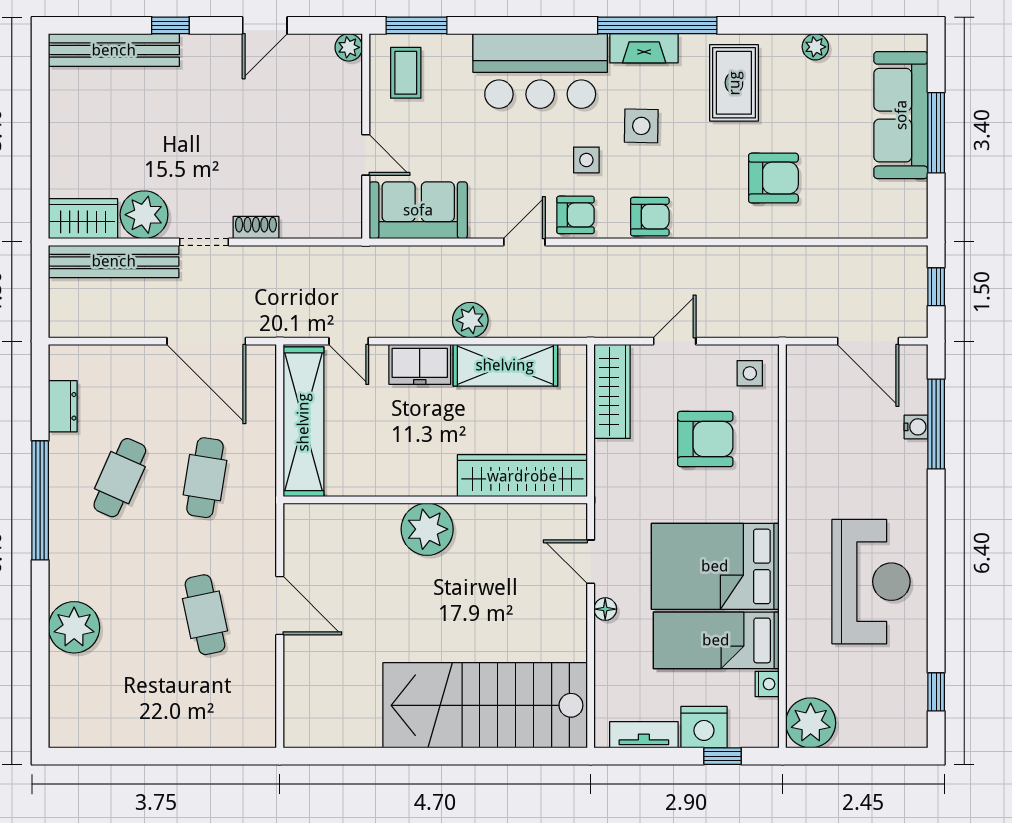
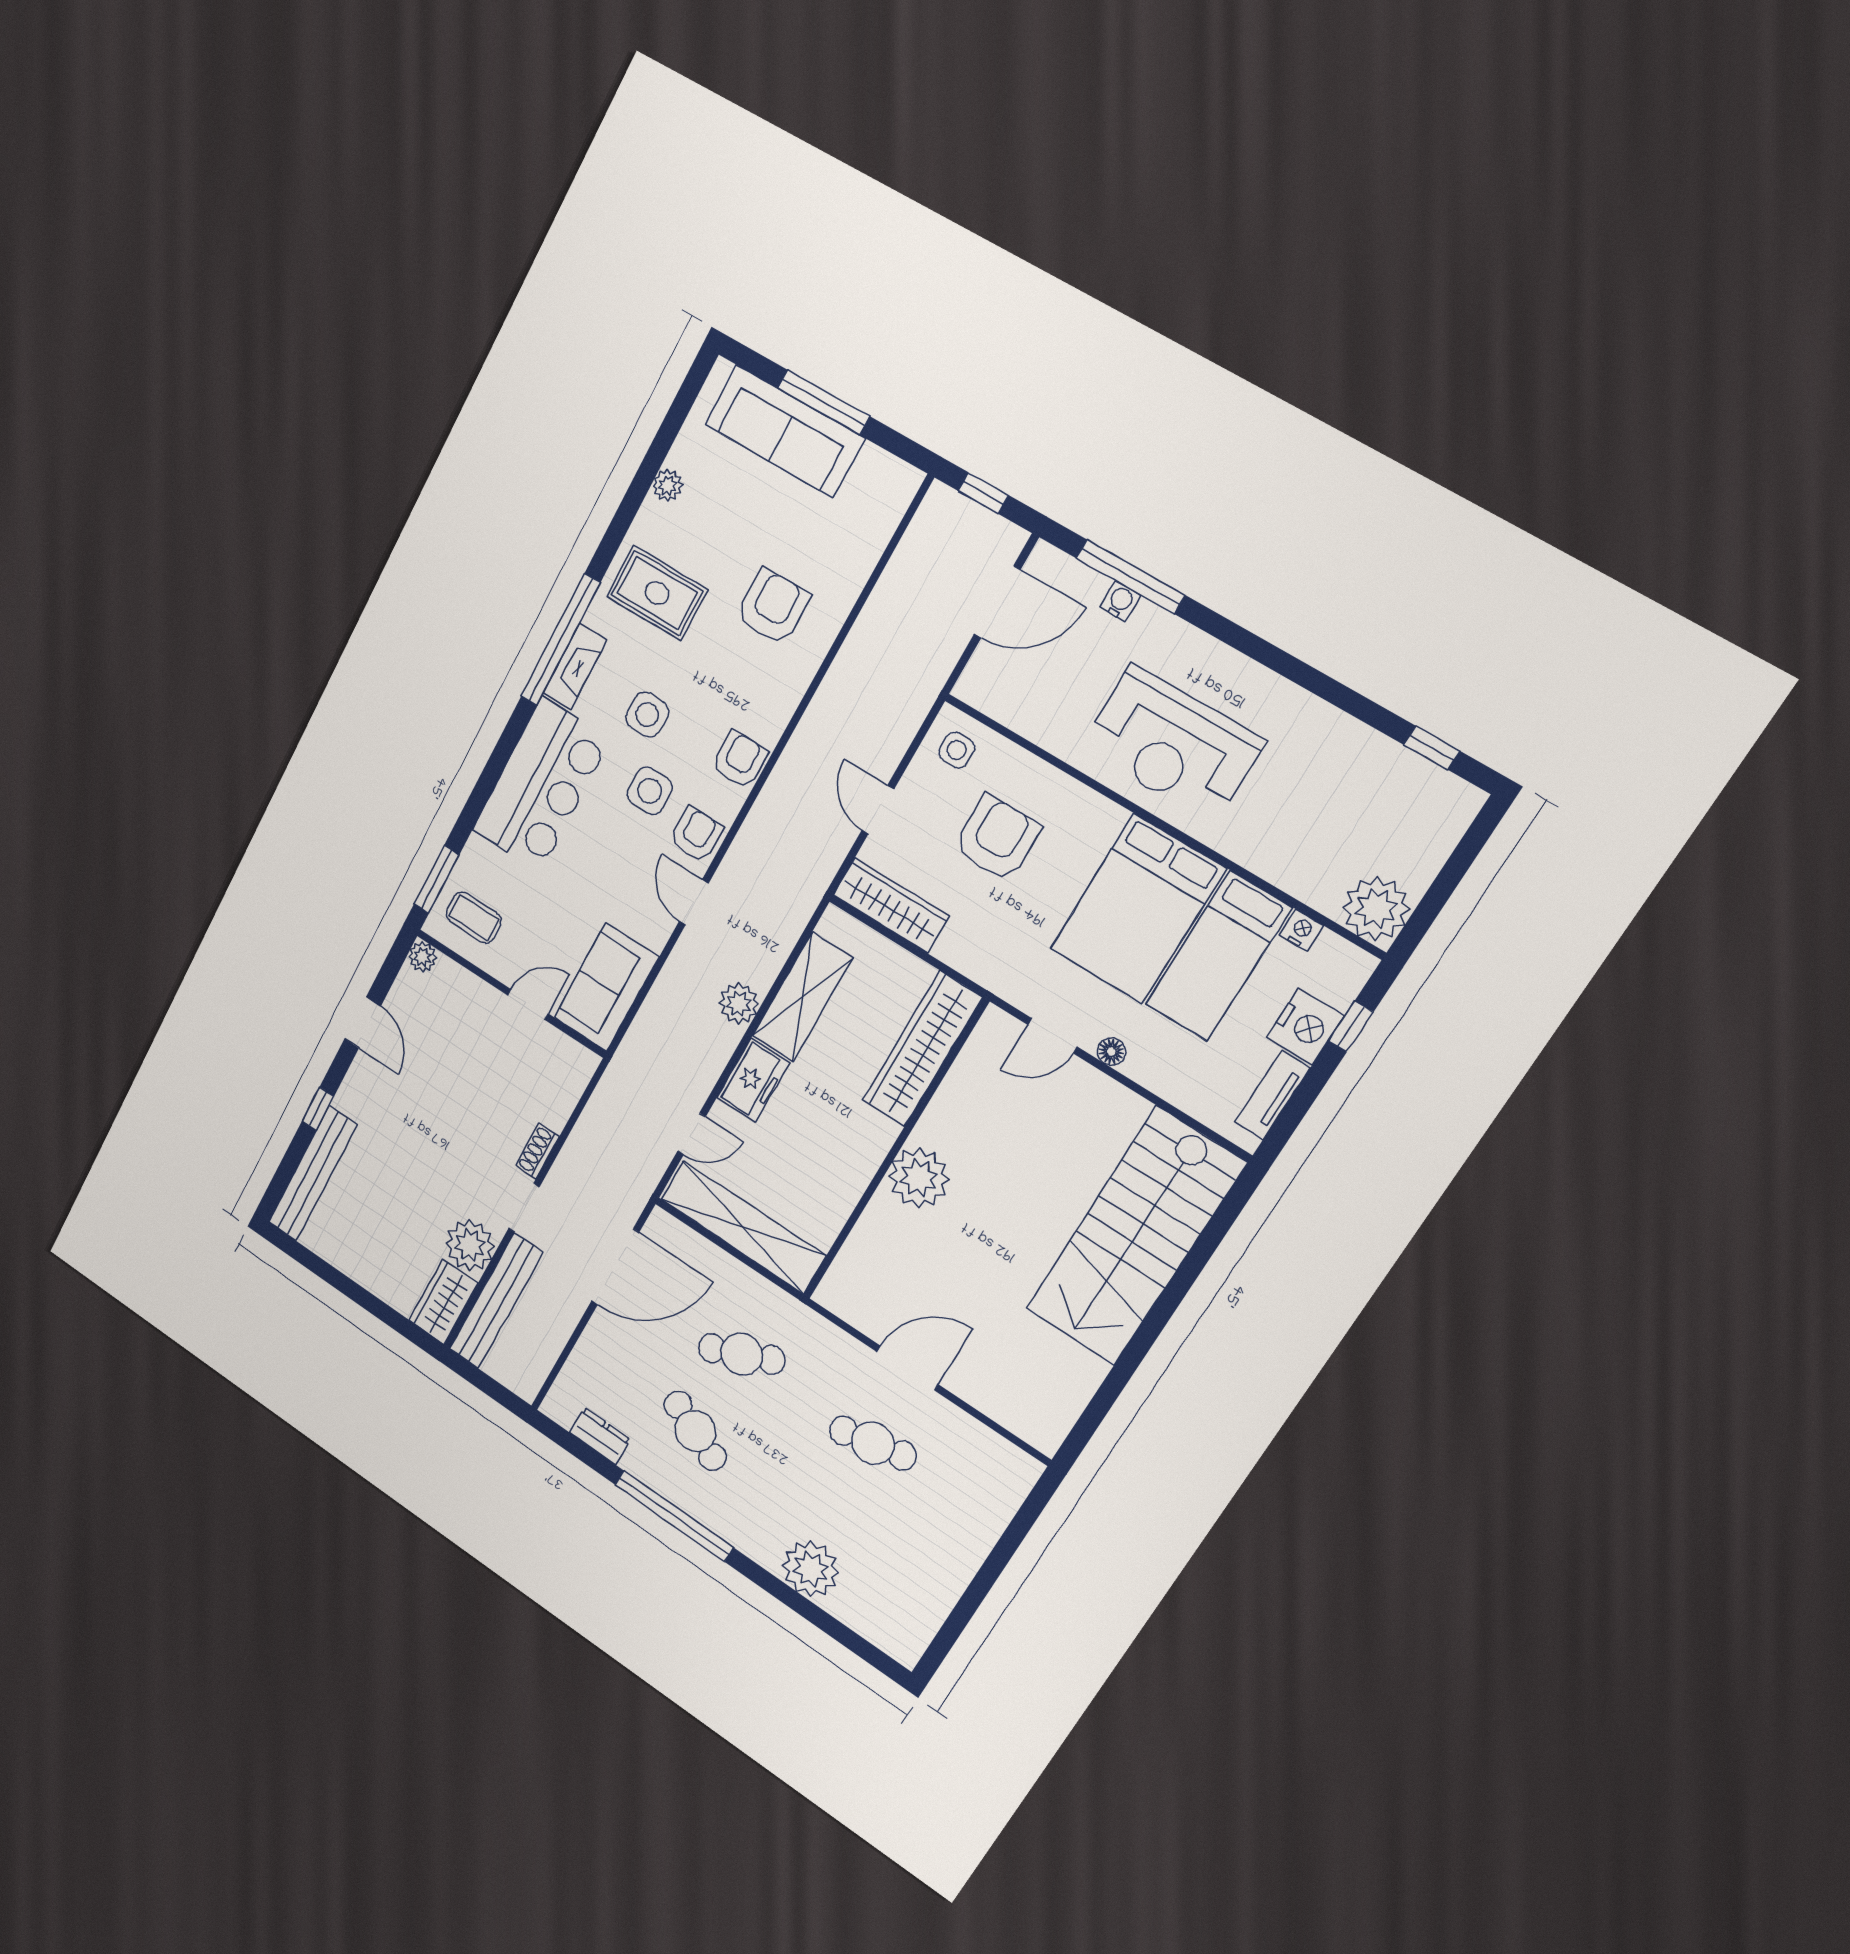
side table: (586, 160) -> (650, 791), width x1.37, depth x1.37
cafe table: (205, 478) -> (742, 1354), turned -33
reception desk: (871, 582) -> (1172, 744), moved, turned 180

